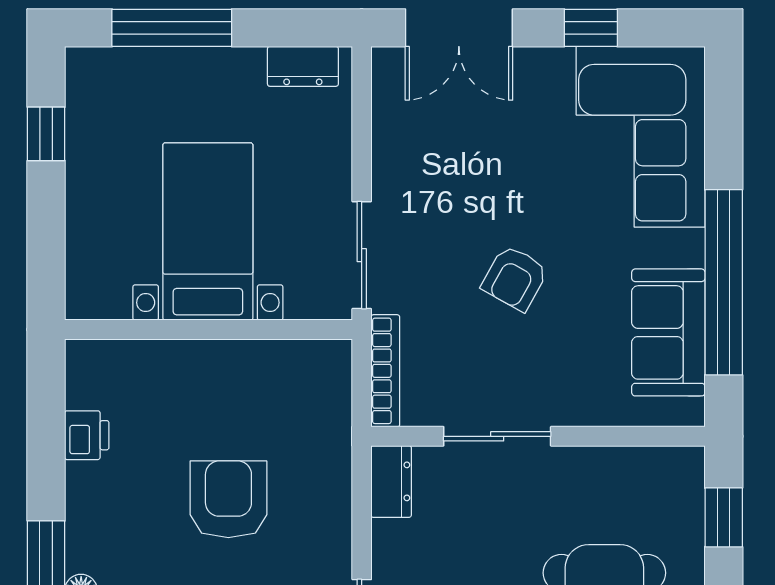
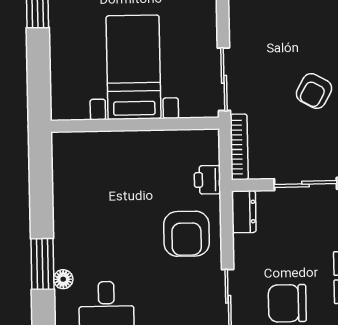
printer: (87, 435) -> (207, 180), moved, turned 180
armchair: (228, 499) -> (187, 234), moved, turned 180

